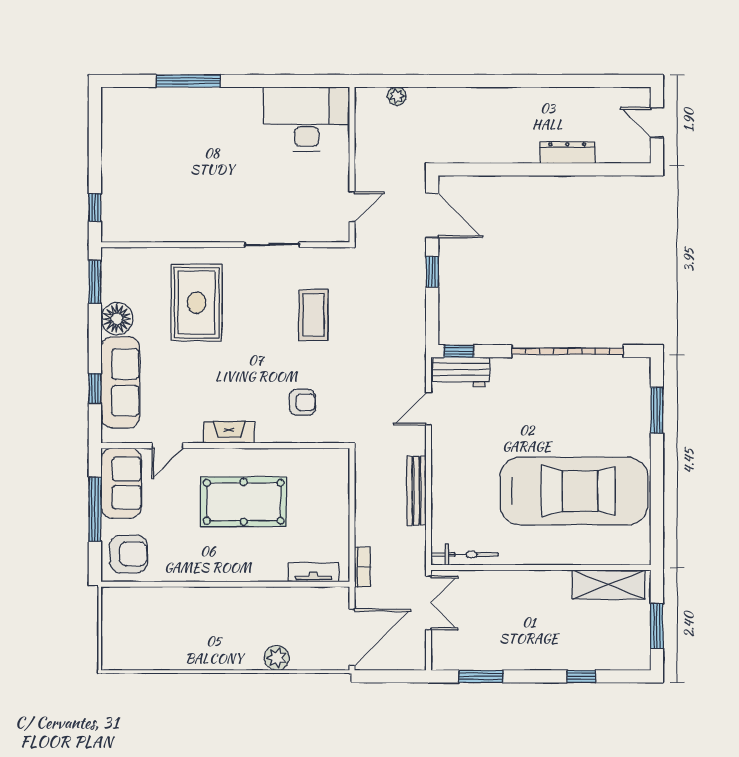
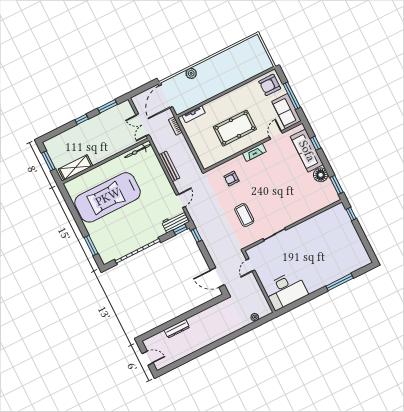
window: (432, 272) -> (196, 235), moved
rug: (197, 303) -> (293, 197), removed
window: (581, 676) -> (82, 119), moved

